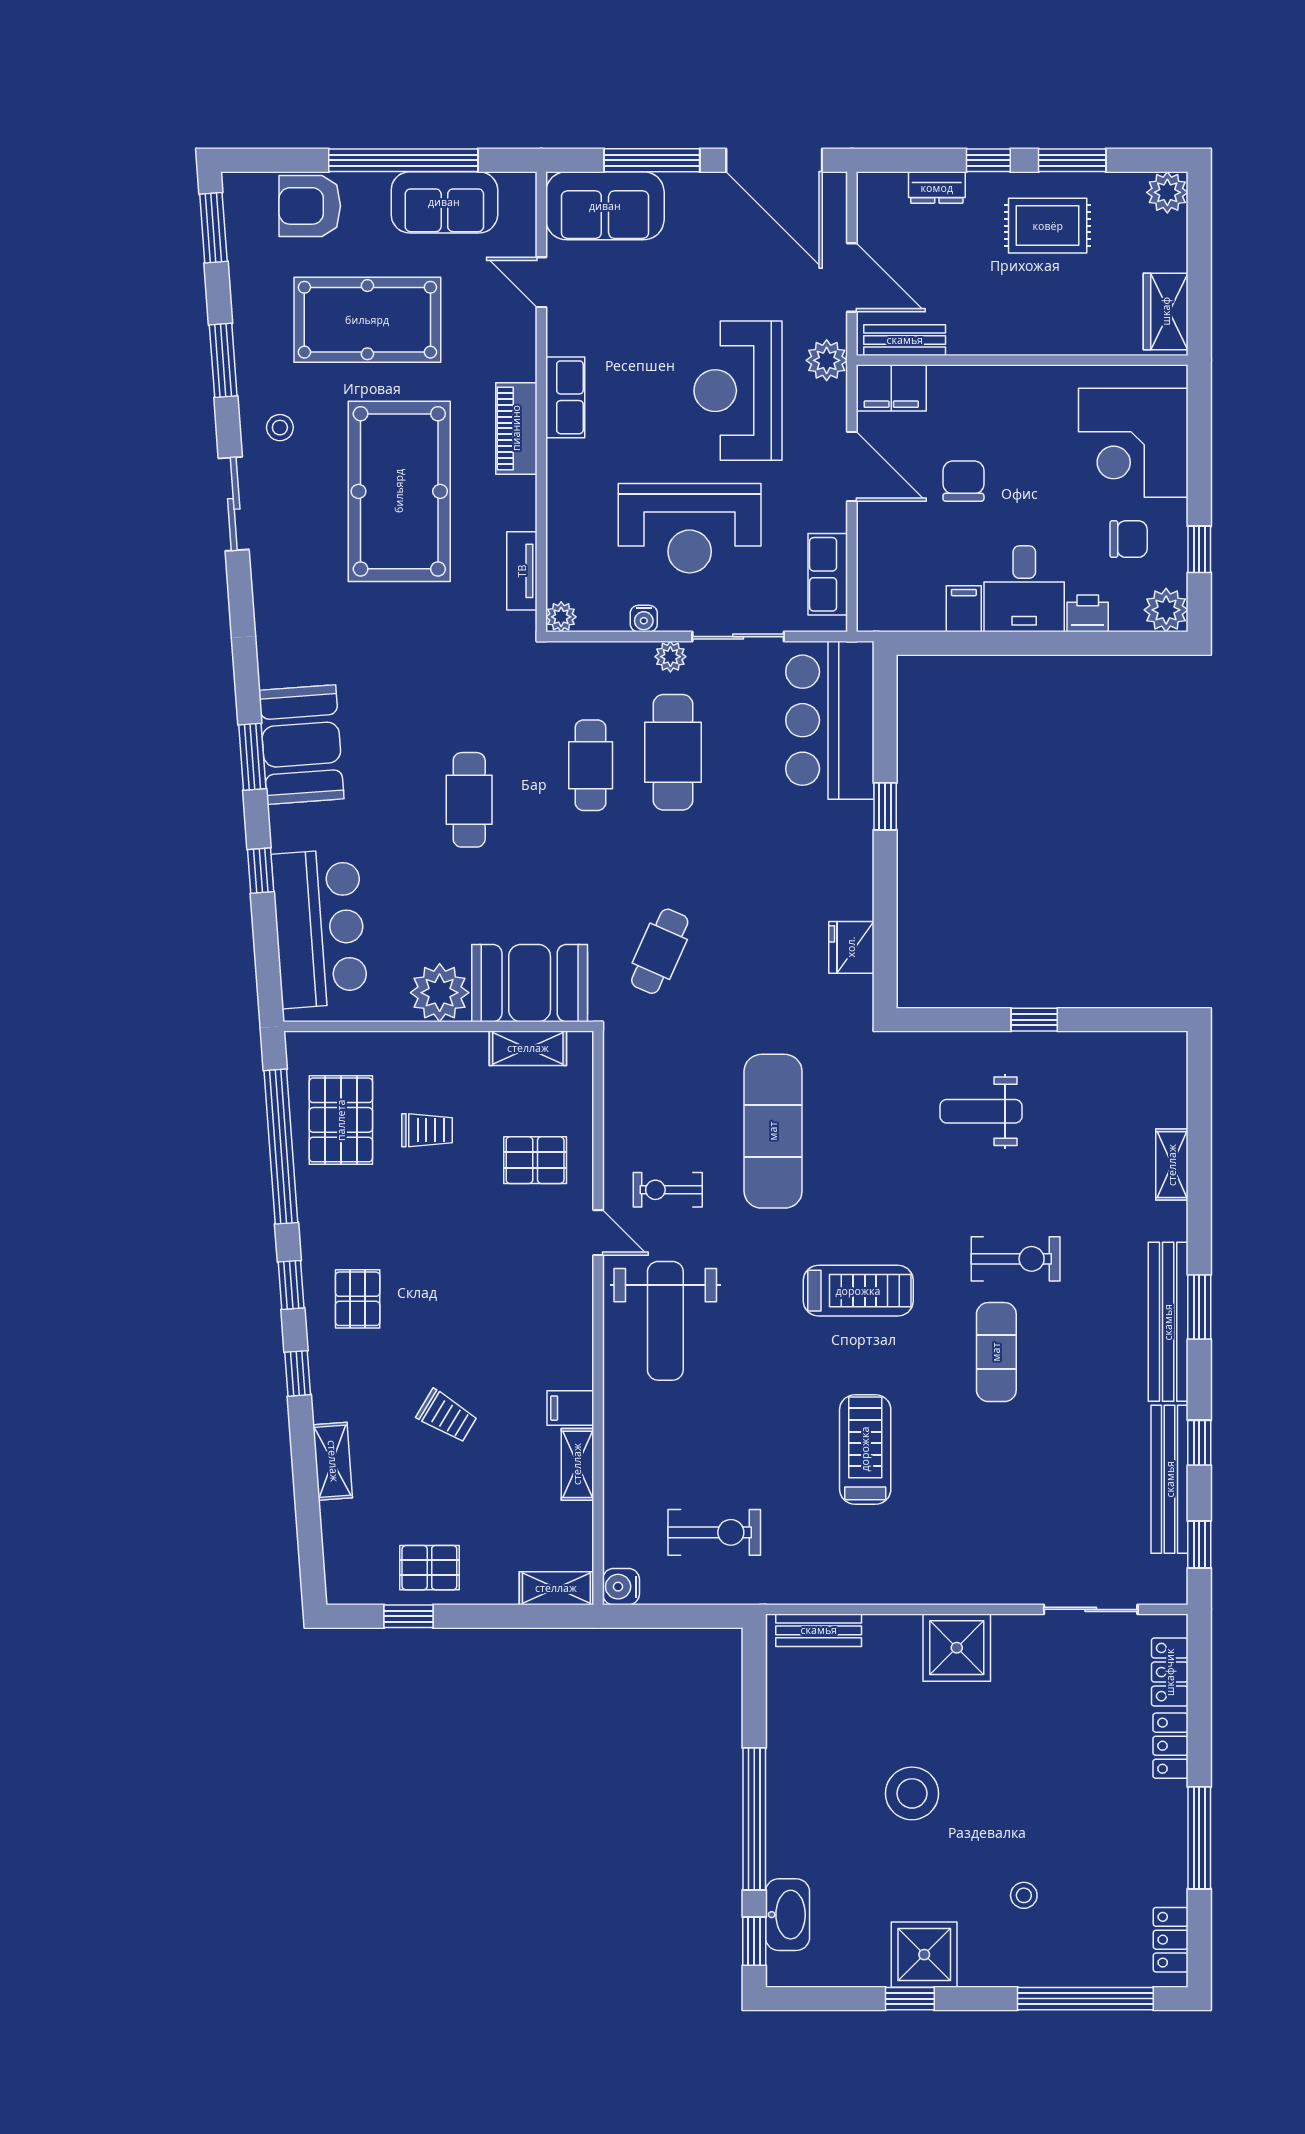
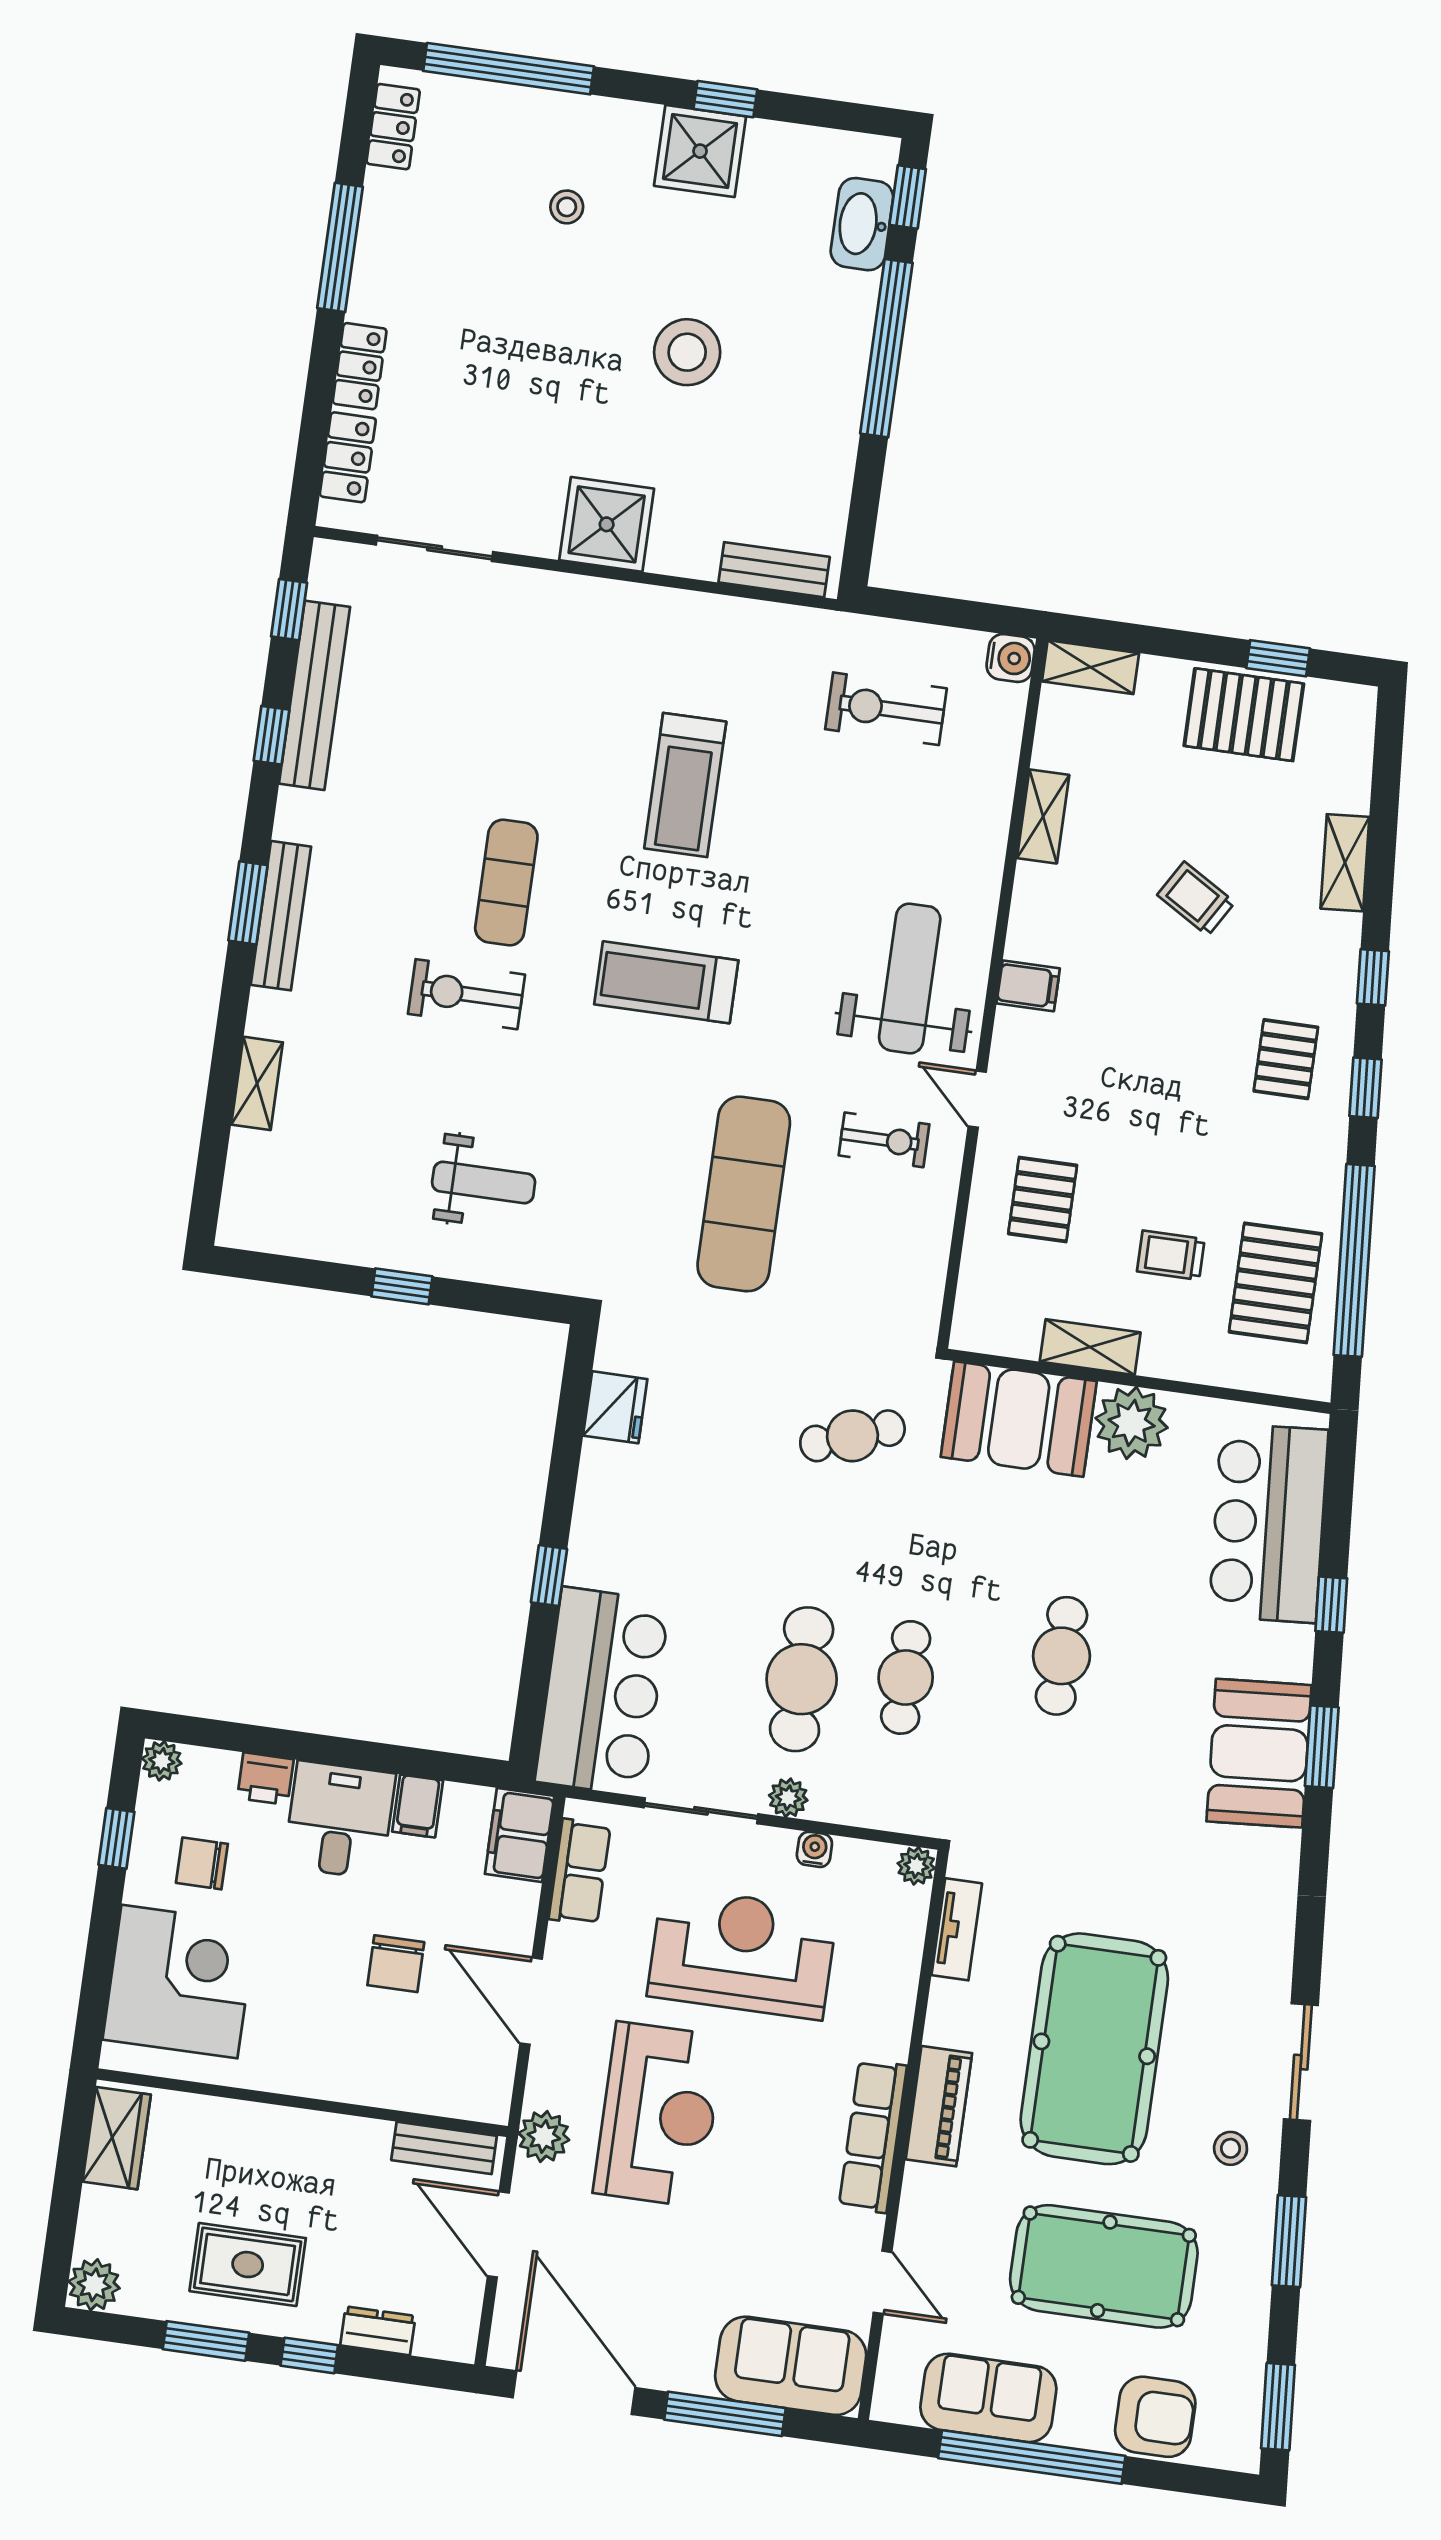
filing cabinet: (891, 388) -> (520, 1835), moved, turned -90
row of seats: (565, 397) -> (873, 2136), width x1.48
plant: (1166, 610) -> (162, 1761), width x0.73, depth x0.73
cafe table: (660, 951) -> (852, 1436), turned 46
shelving: (528, 1048) -> (1090, 1347), moved
pallet: (535, 1160) -> (1043, 1200), turned 90
bench: (1168, 1322) -> (281, 916), width x0.73, depth x0.82
filing cabinet: (570, 1408) -> (1028, 986), moved
pallet: (429, 1568) -> (1244, 715), width x1.50, depth x1.42

